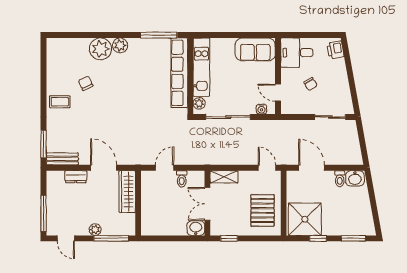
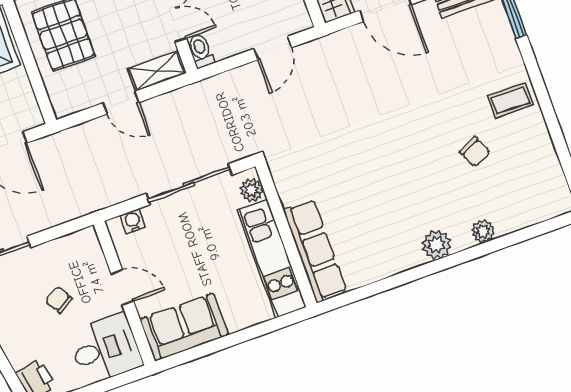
window: (159, 35) -> (372, 289), removed
plant: (101, 49) -> (483, 231), width x0.53, depth x0.53
row of seats: (179, 73) -> (315, 251), width x0.73
door: (278, 93) -> (122, 287), moved
door: (267, 168) -> (121, 103), moved
toilet: (182, 179) -> (201, 51), moved

